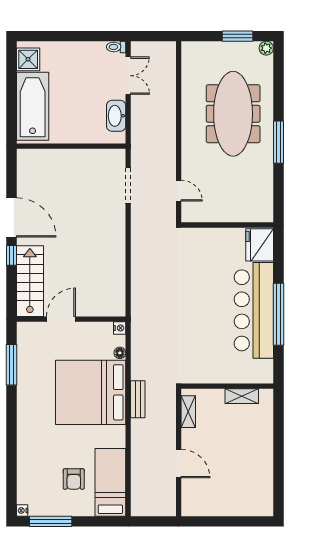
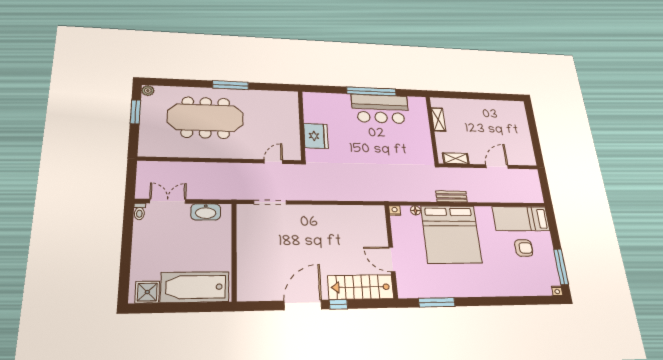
fridge: (260, 245) -> (316, 136), moved, turned -90
bar counter: (254, 310) -> (380, 109), width x0.73

